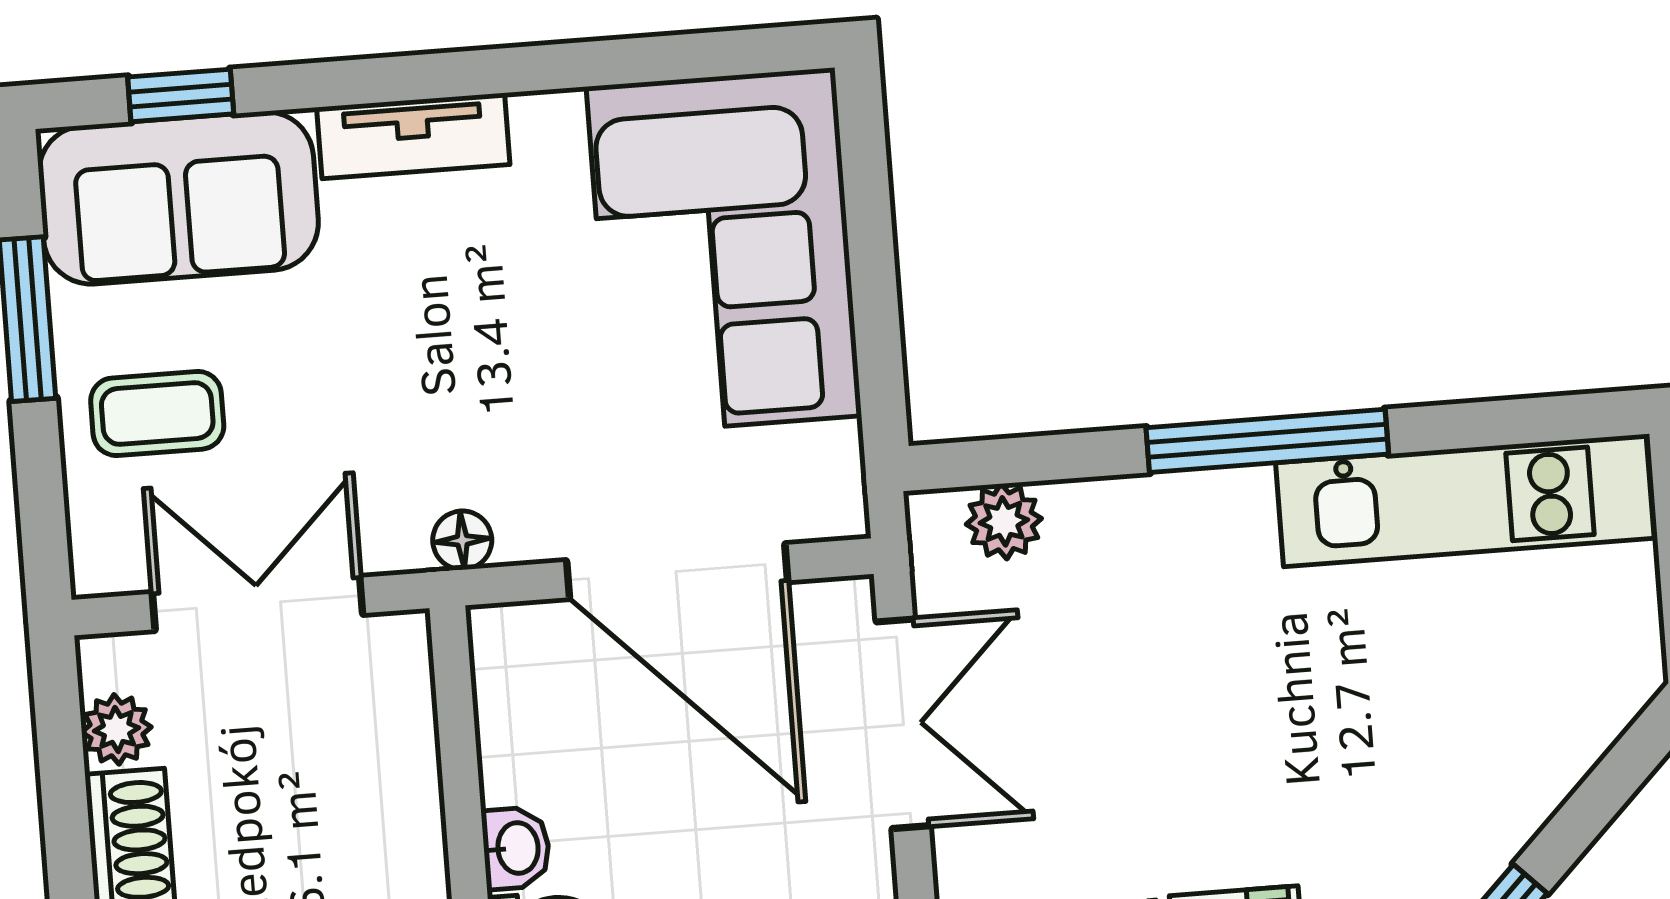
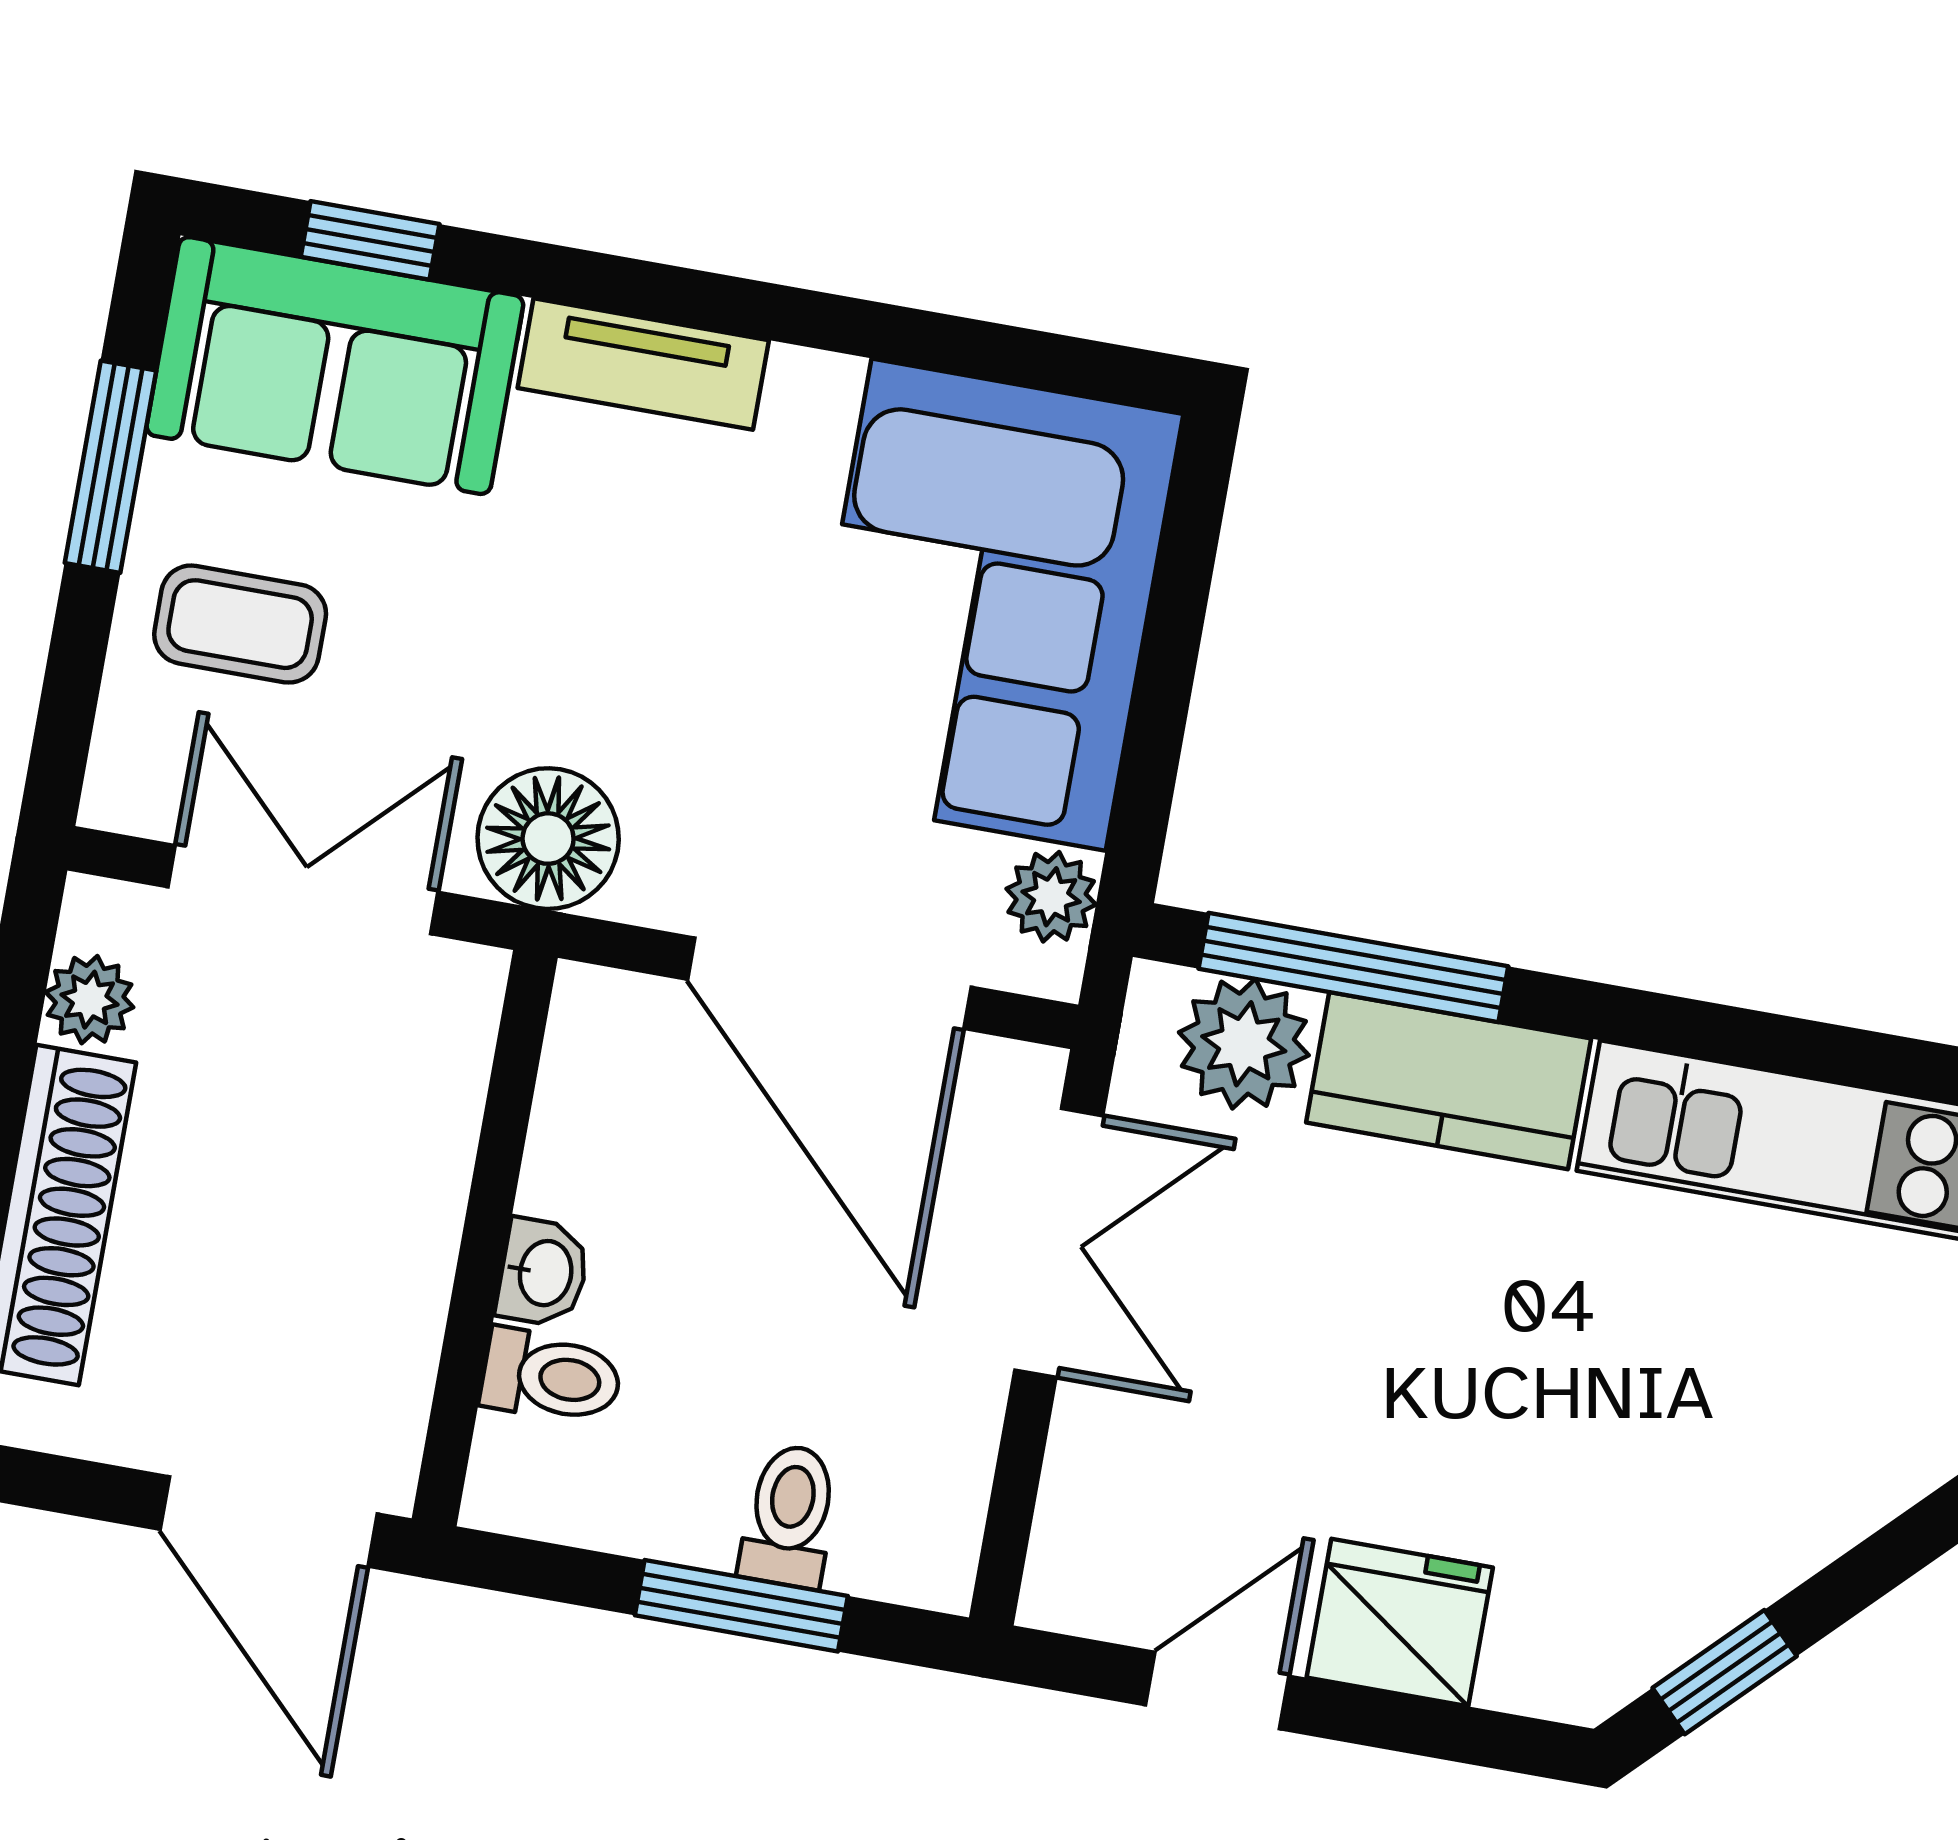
window: (1267, 441) -> (1353, 967), moved
plant: (829, 461) -> (1051, 897), added
plant: (1004, 521) -> (1244, 1044), width x1.38, depth x1.38
kitchen counter: (1168, 523) -> (1449, 1081), added
floor lamp: (462, 540) -> (548, 839), width x1.89, depth x1.89

